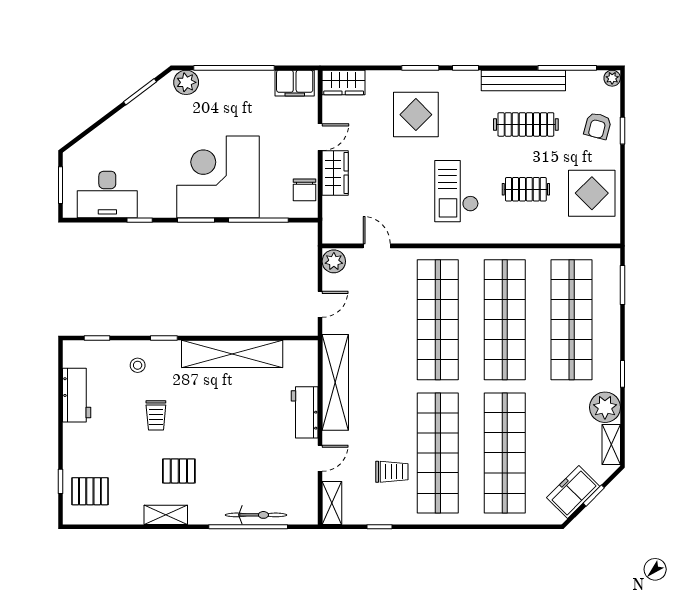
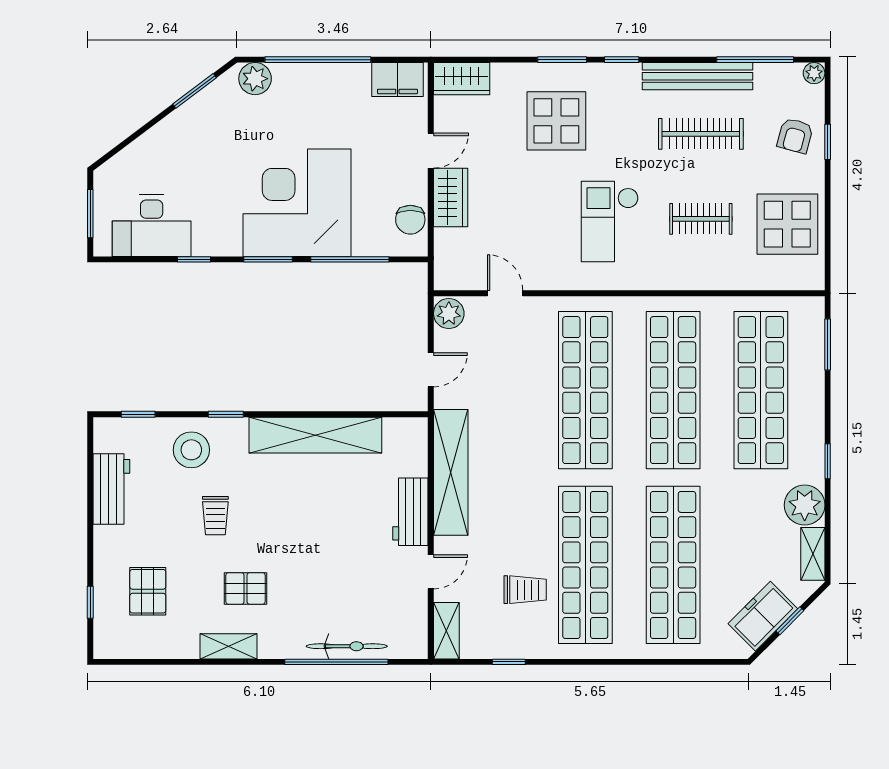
stool: (138, 365) -> (191, 450), width x1.89, depth x1.89
pallet: (90, 491) -> (148, 591), moved, turned 90

